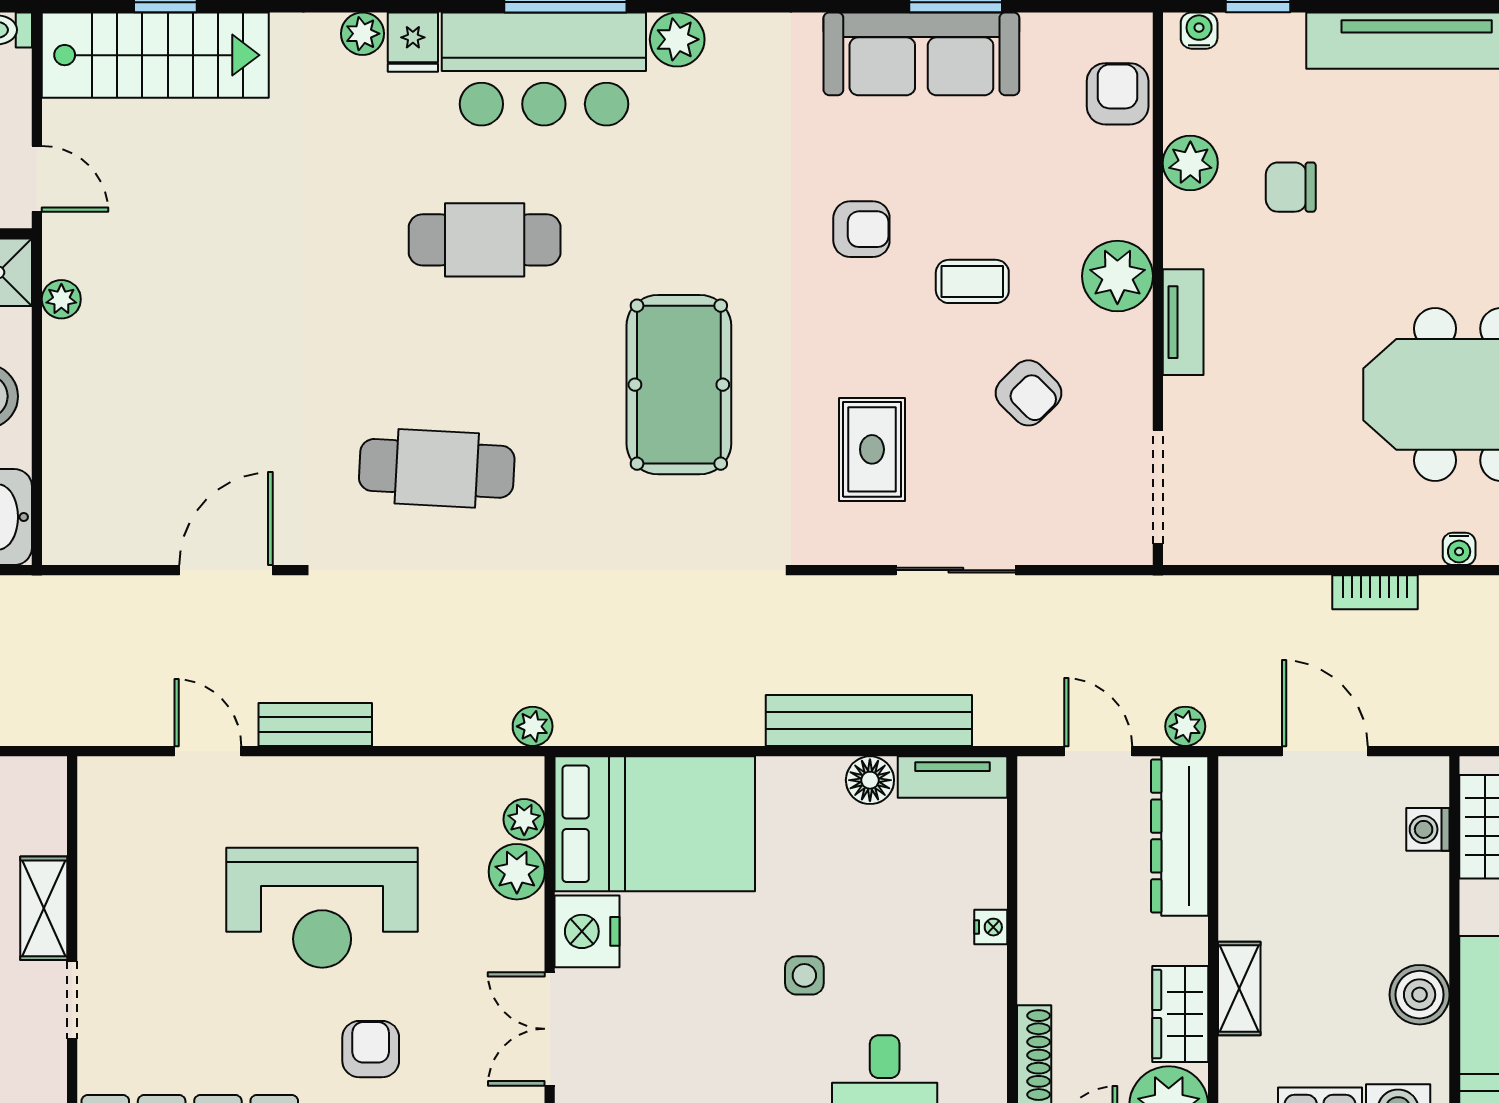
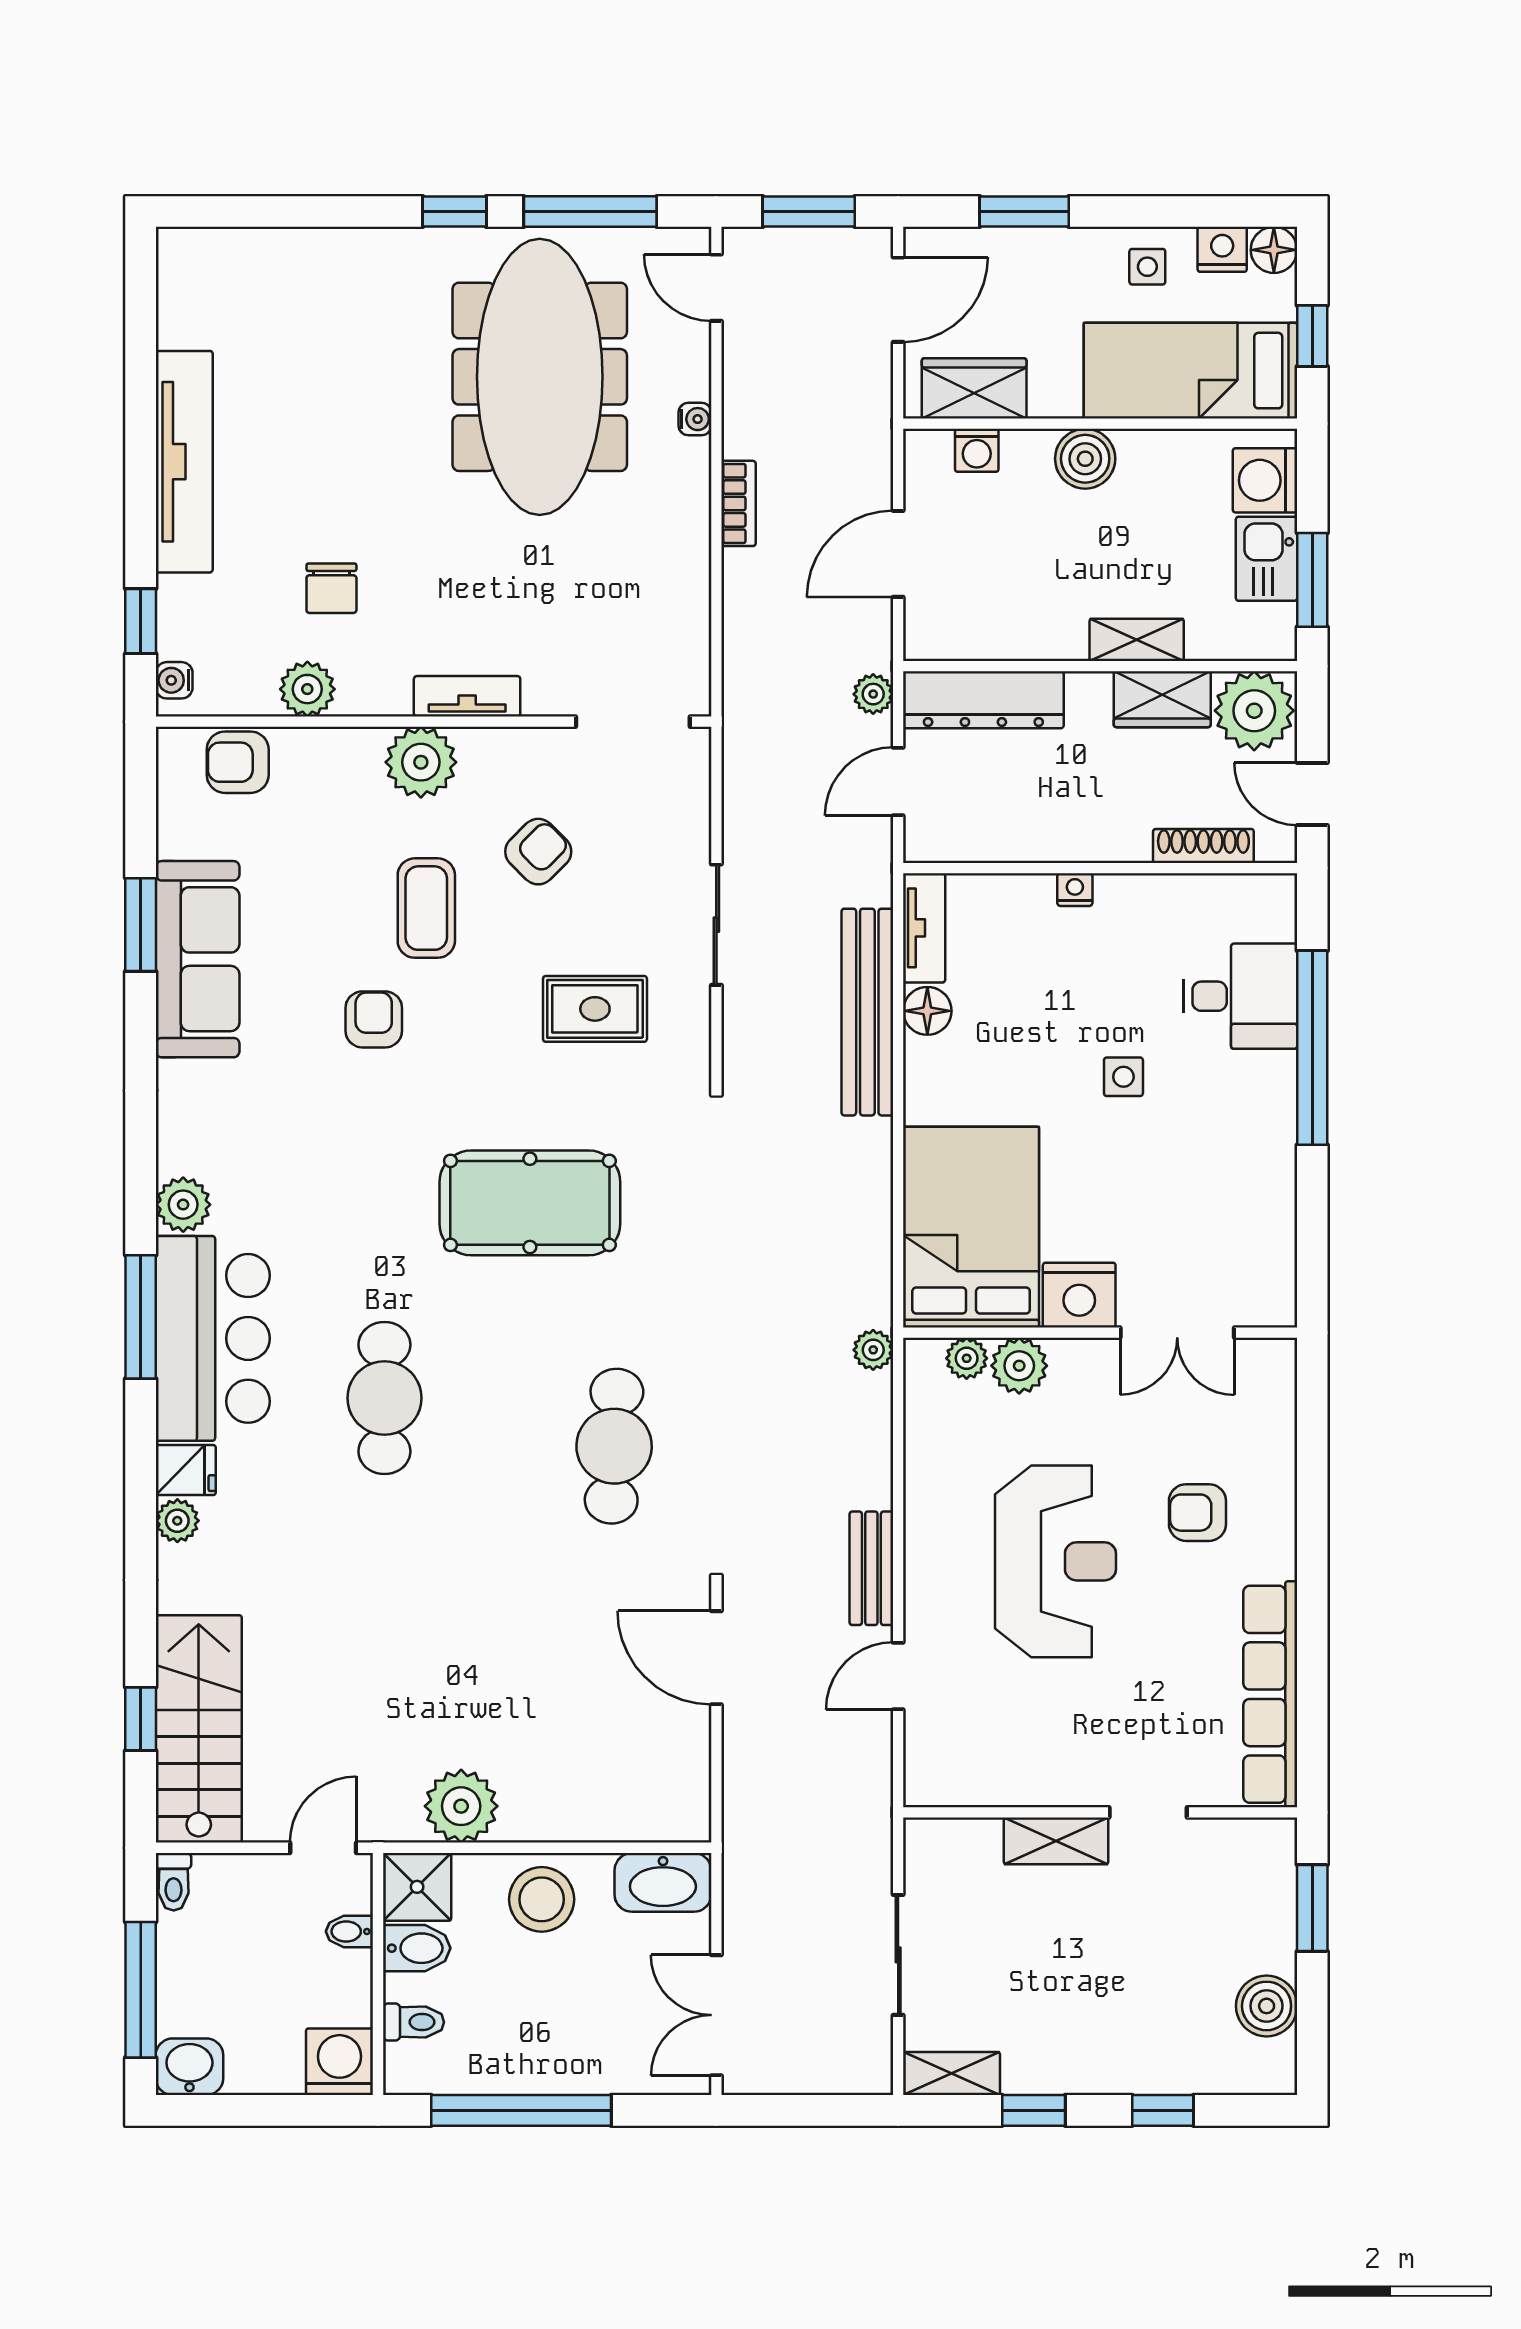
coffee table: (972, 281) -> (426, 908), width x1.36, depth x1.30
plant: (61, 299) -> (461, 1806), width x1.88, depth x1.88
boiler: (1420, 995) -> (1085, 459), moved

